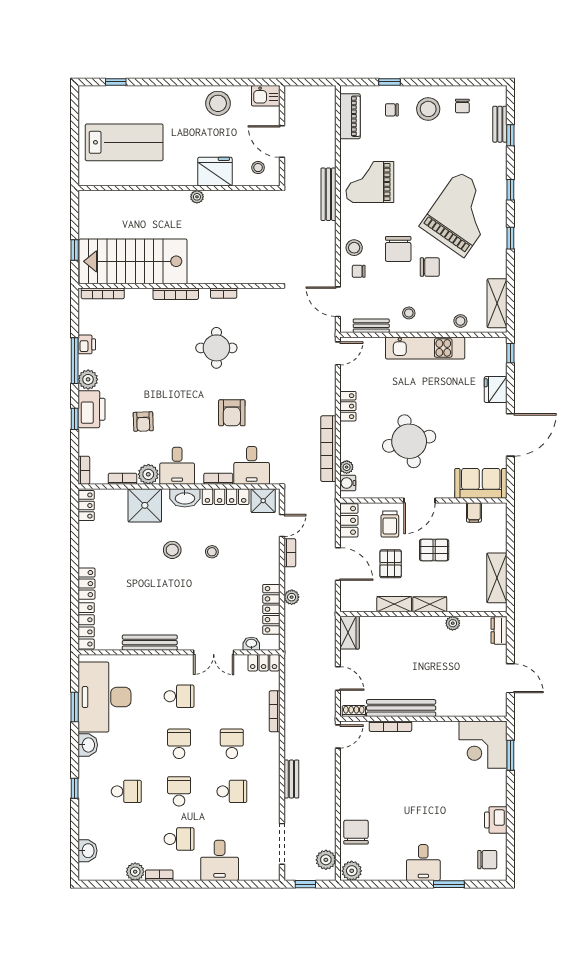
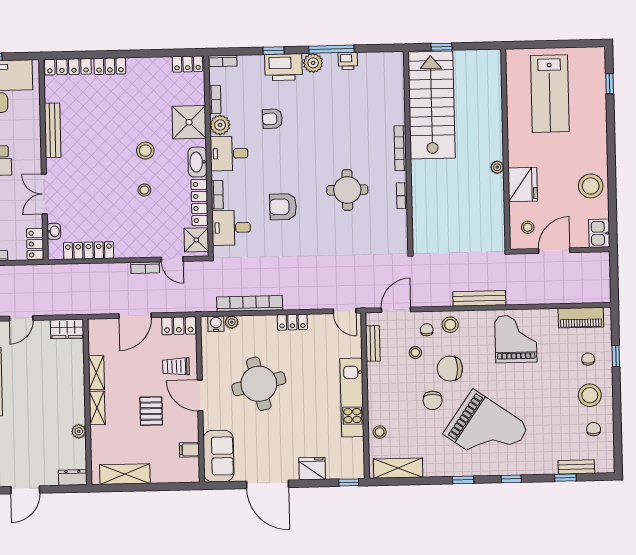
chair: (462, 106) -> (594, 429), turned 90
bench: (328, 194) -> (479, 298), moved
bookcase: (103, 293) -> (399, 76), removed
stool: (409, 313) -> (415, 353), moved
pallet: (391, 564) -> (136, 368), removed
plant: (292, 597) -> (101, 270), removed

